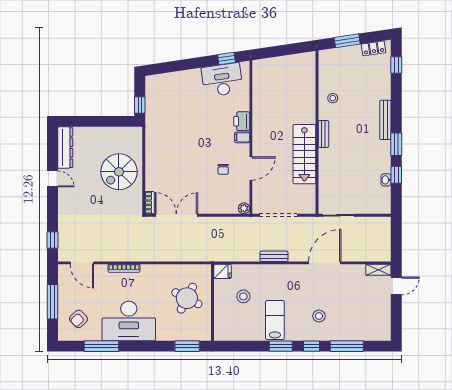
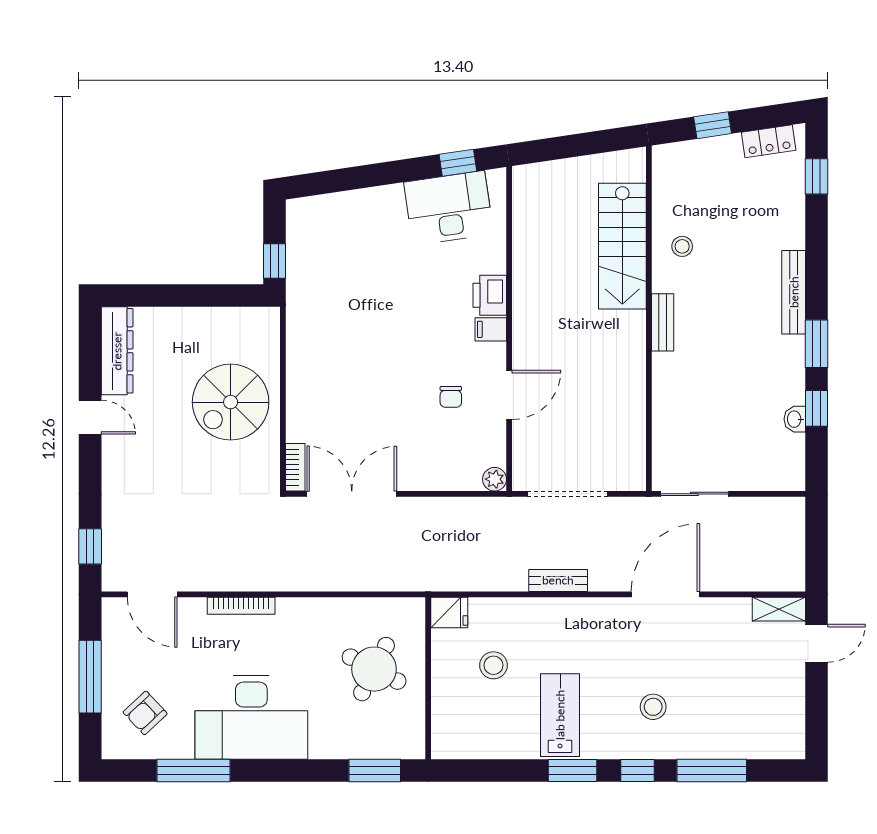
window: (347, 41) -> (713, 125), width x0.67
stairs: (304, 154) -> (622, 246), moved

